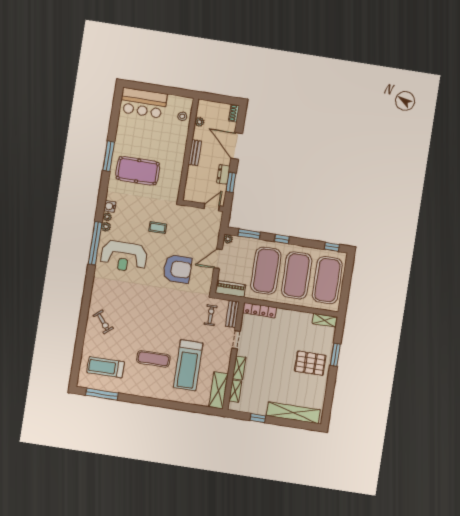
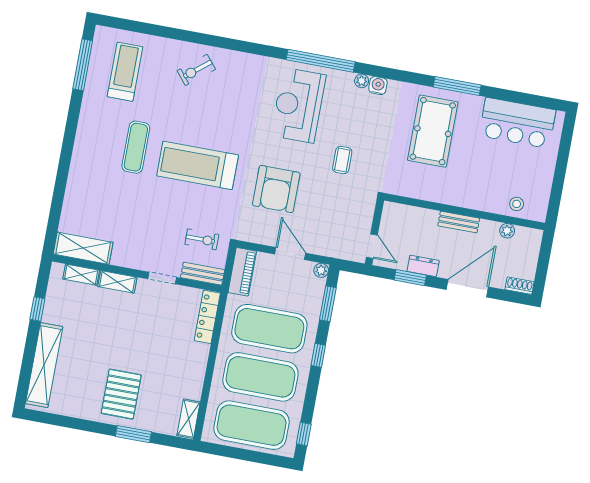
bar counter: (143, 103) -> (517, 123), moved, turned -90
plant: (106, 227) -> (346, 79), removed
treadmill: (188, 365) -> (198, 165), moved

